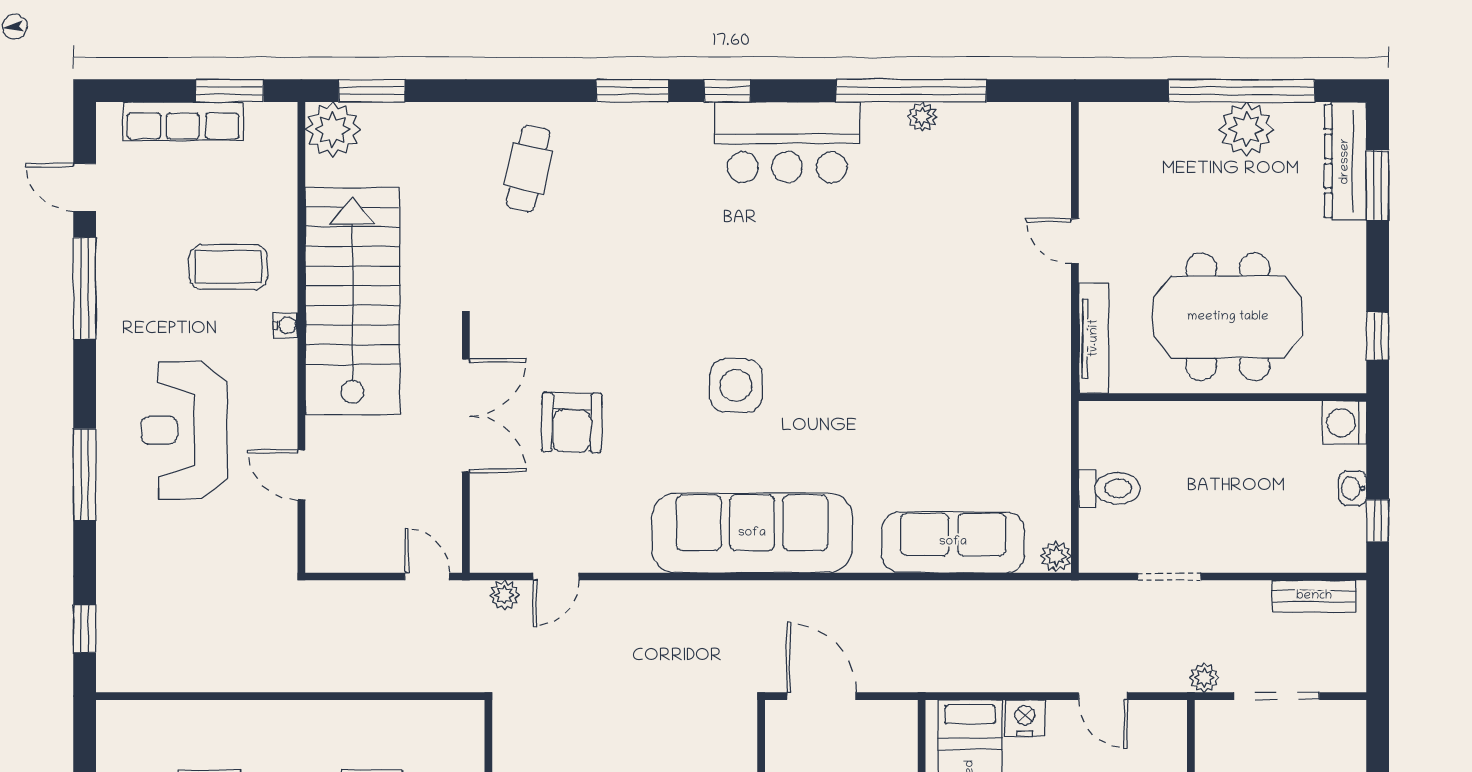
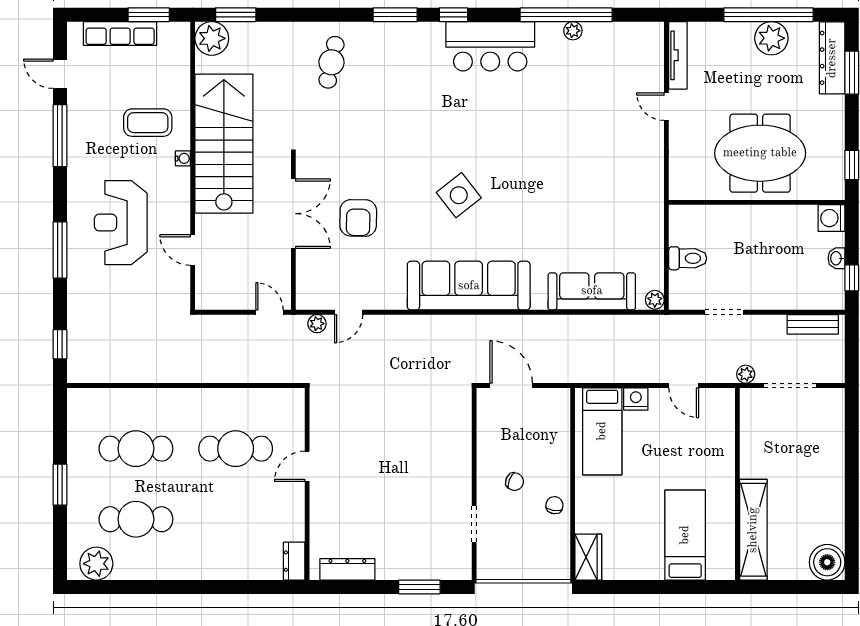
tv unit: (1094, 338) -> (678, 55), moved
side table: (736, 385) -> (459, 195), turned -38

